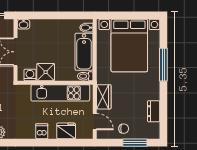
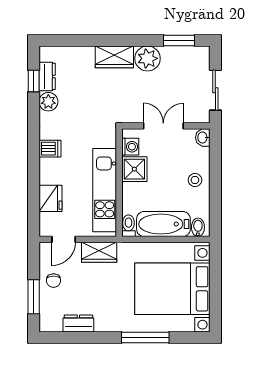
stool: (53, 30) -> (195, 180), added
dishwasher: (42, 131) -> (50, 149), moved

